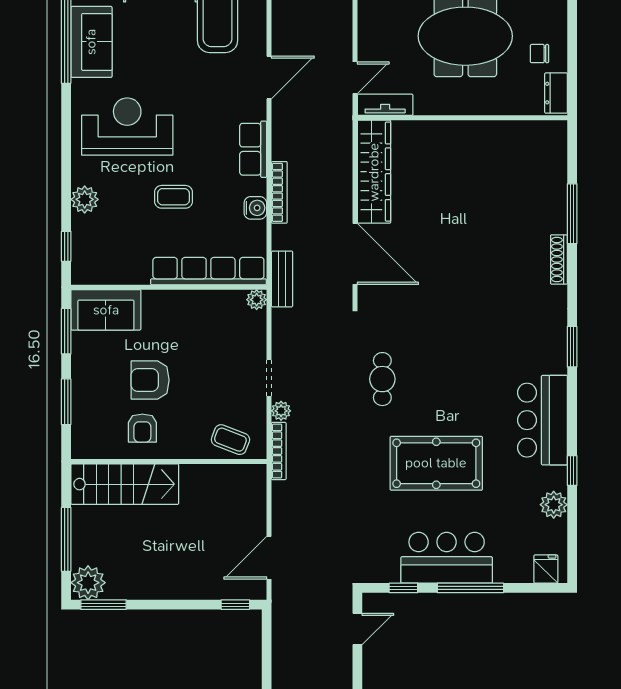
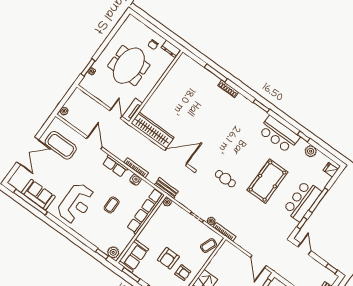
reception desk: (127, 126) -> (76, 203), turned 180
plant: (85, 199) -> (113, 252), moved

